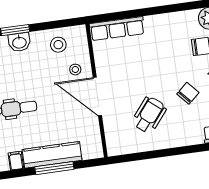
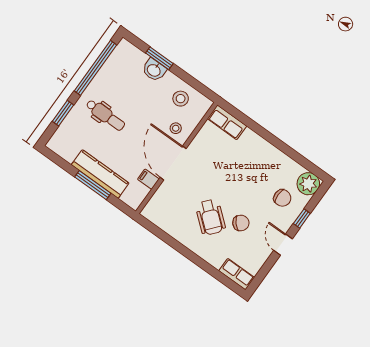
row of seats: (117, 29) -> (227, 122), width x0.68
wheelchair: (149, 115) -> (211, 217), moved, turned 91
filing cabinet: (16, 161) -> (148, 179), moved, turned -90

